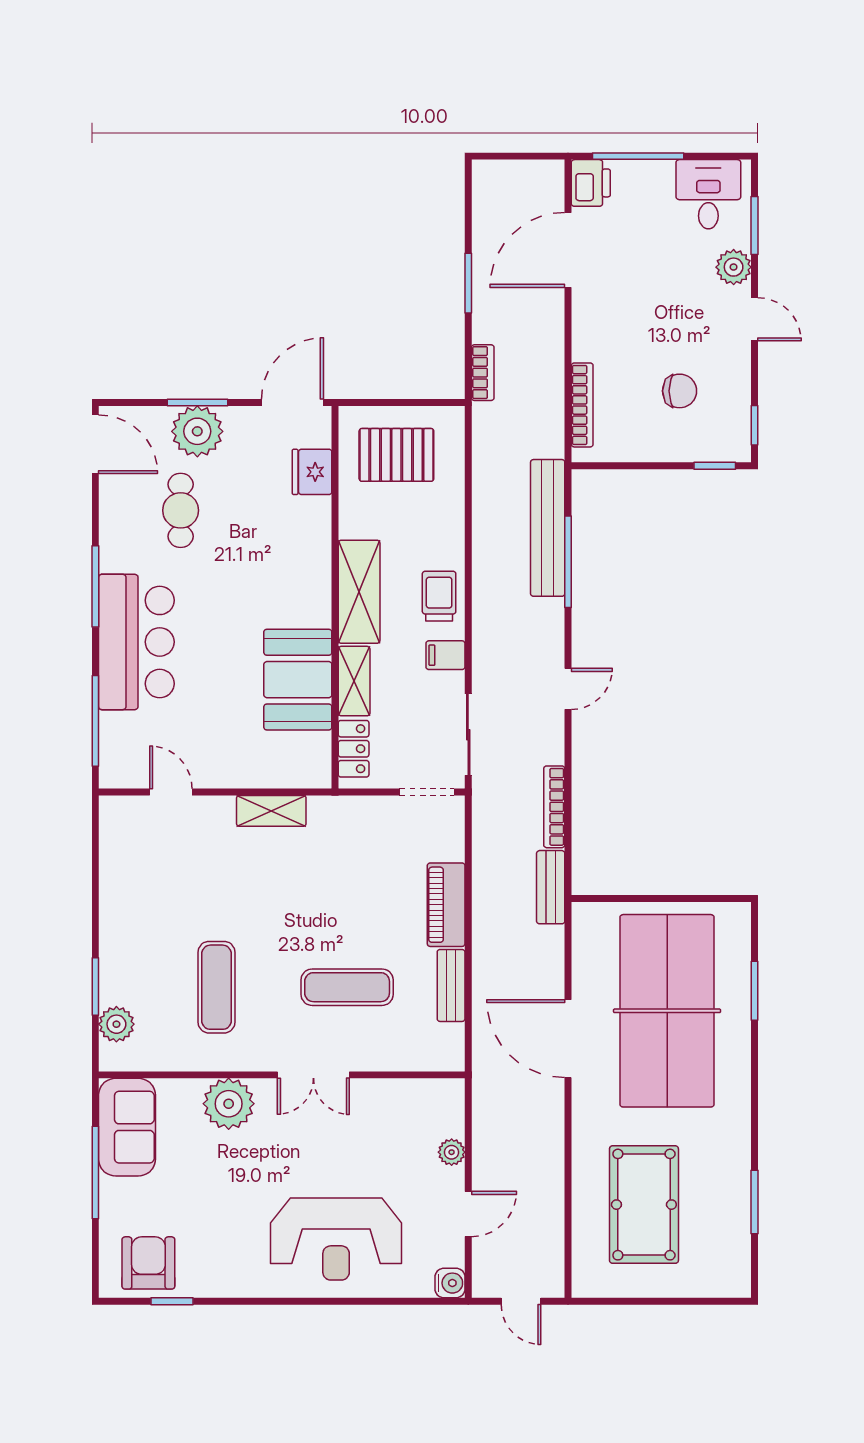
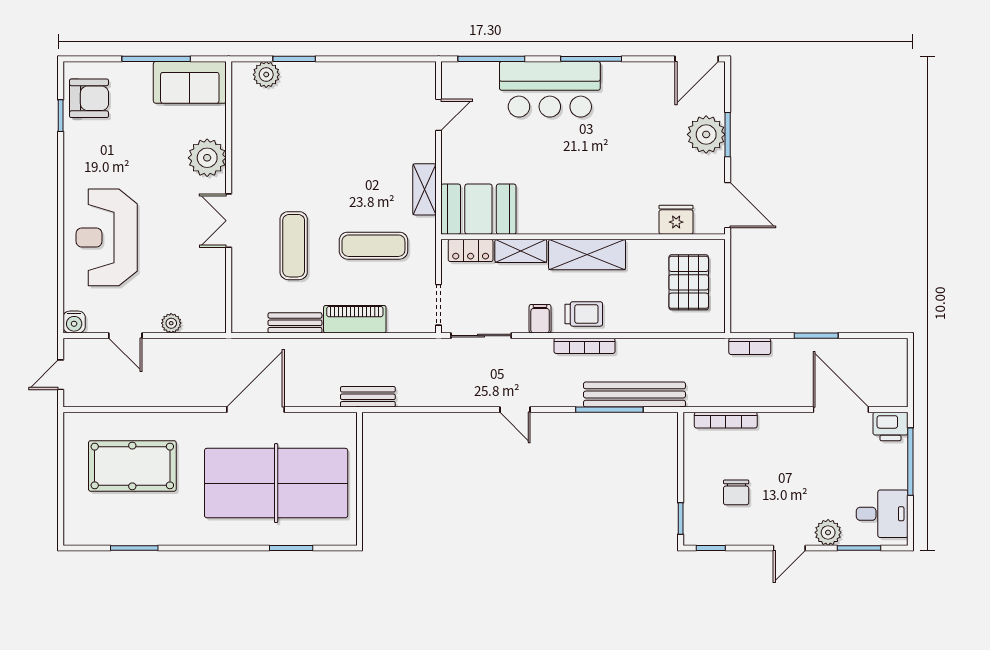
cafe table: (181, 510) -> (647, 122), removed
booth: (298, 680) -> (478, 209), moved
bookcase: (554, 807) -> (584, 346), moved, turned 180
exercise mat: (217, 987) -> (373, 246), moved

